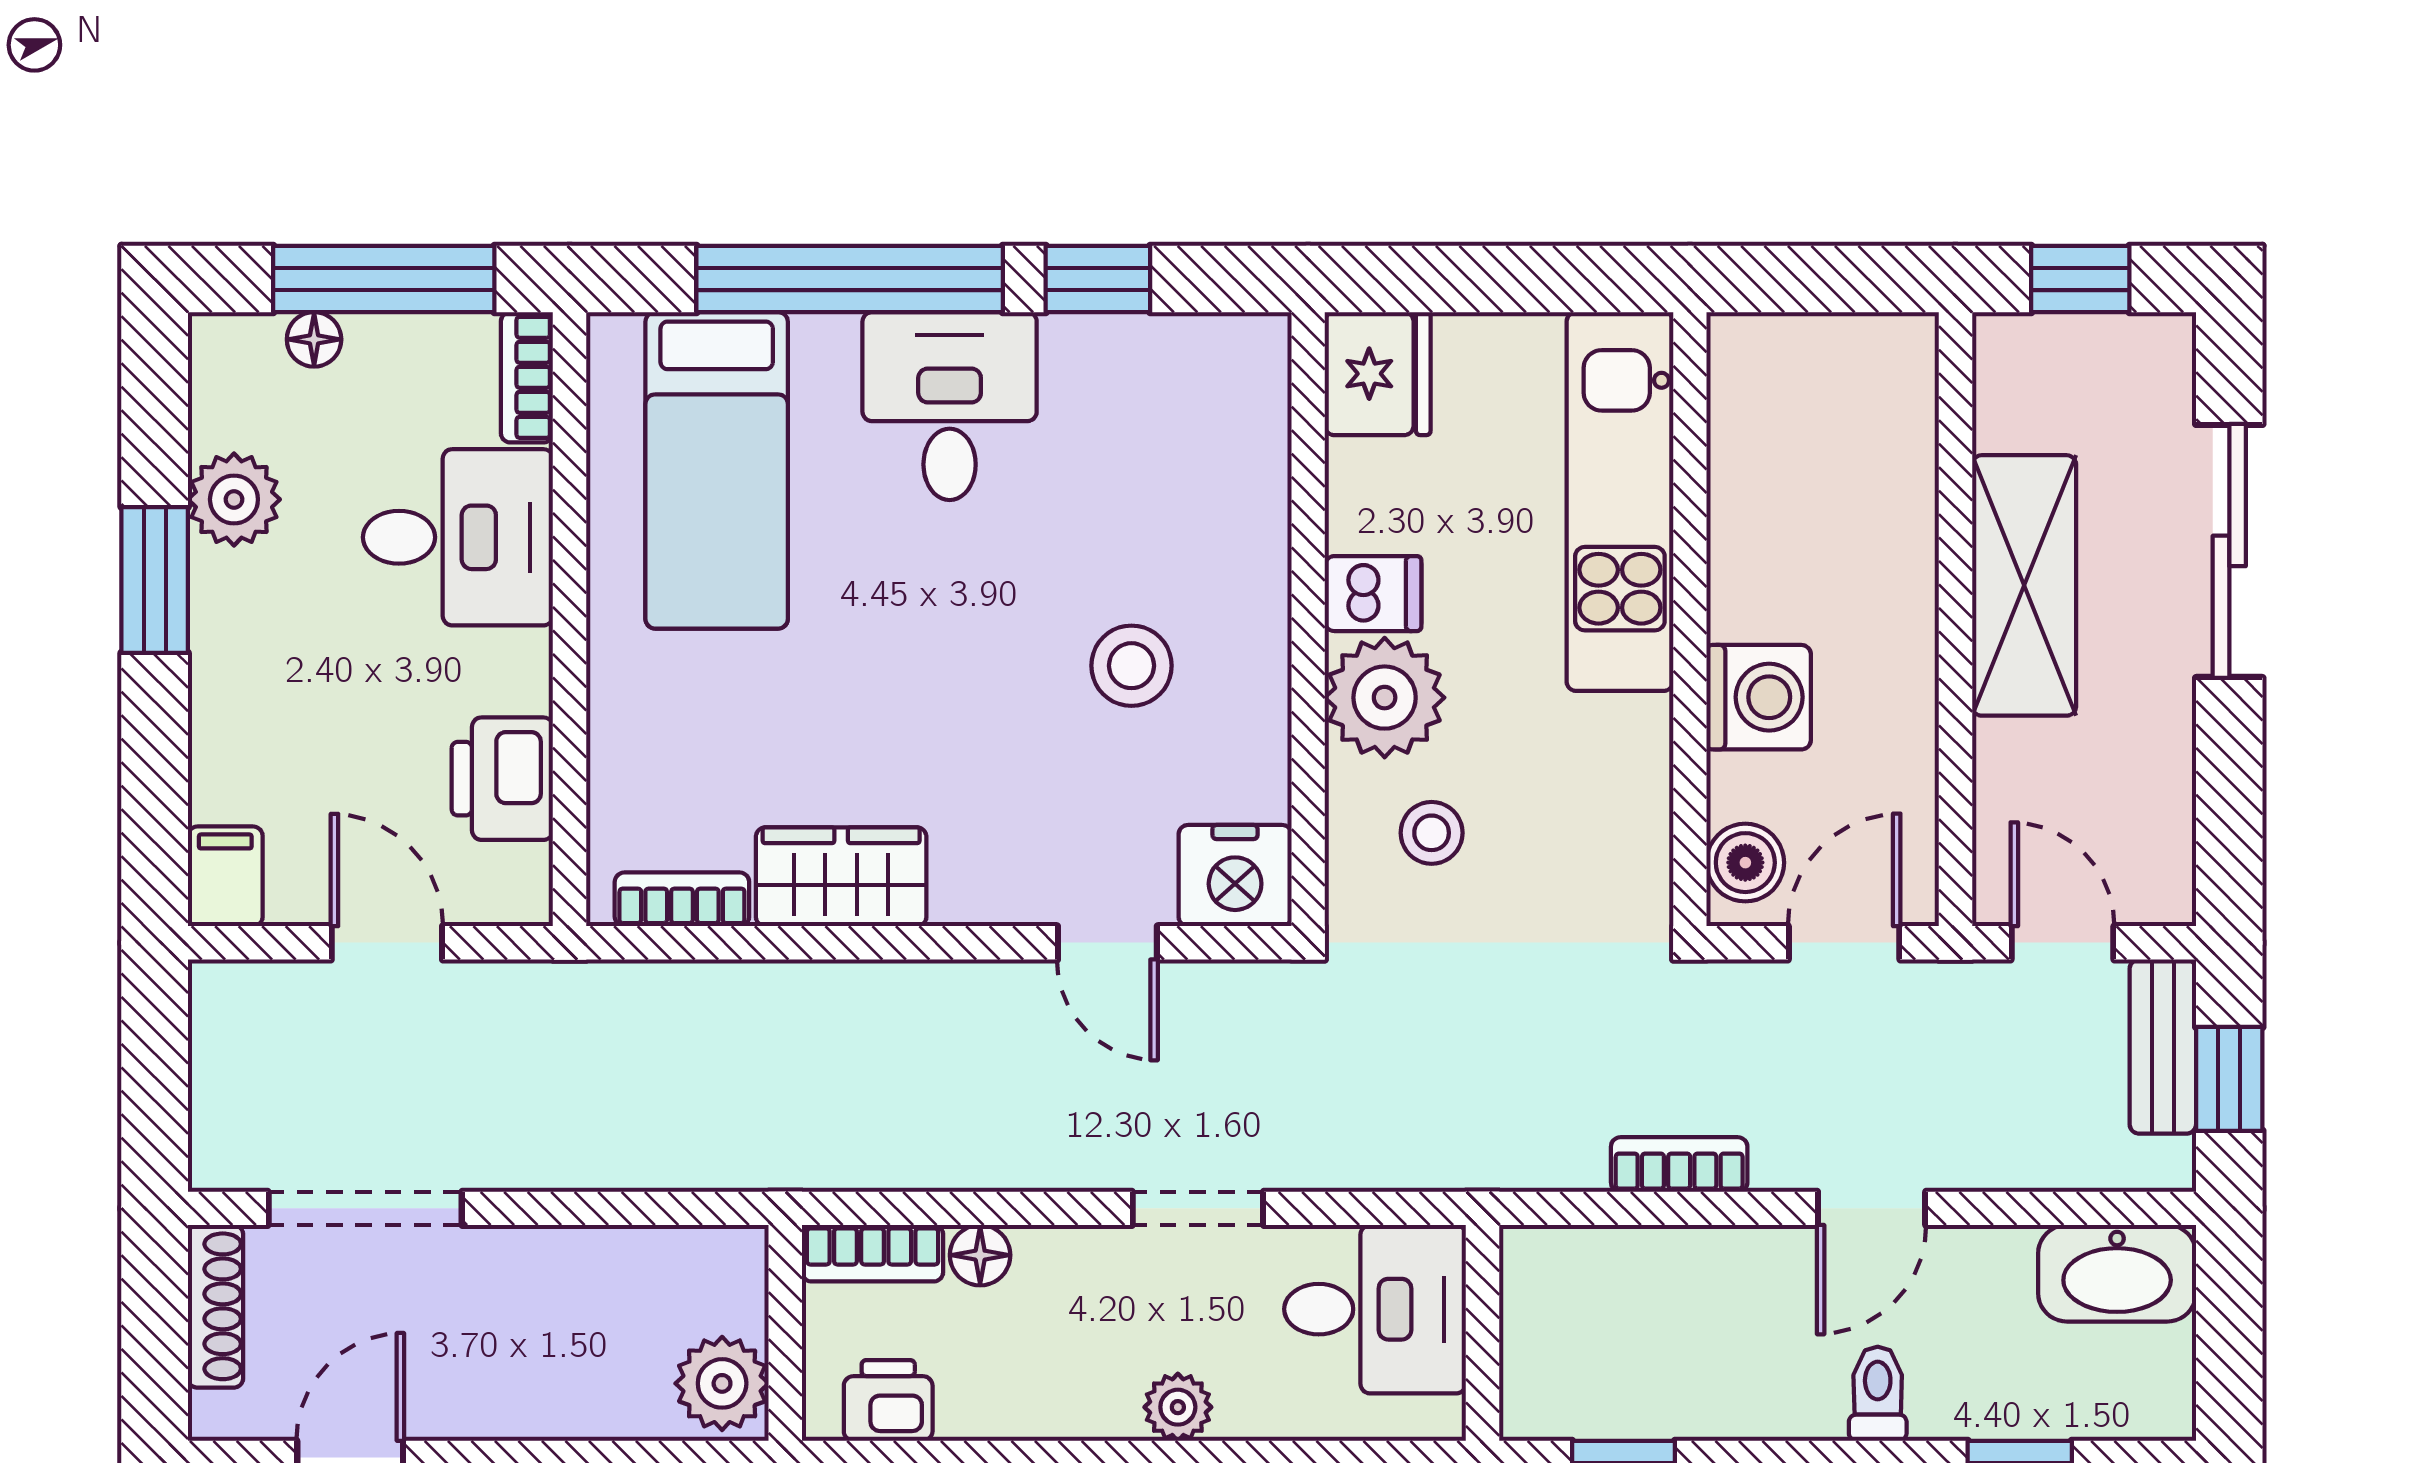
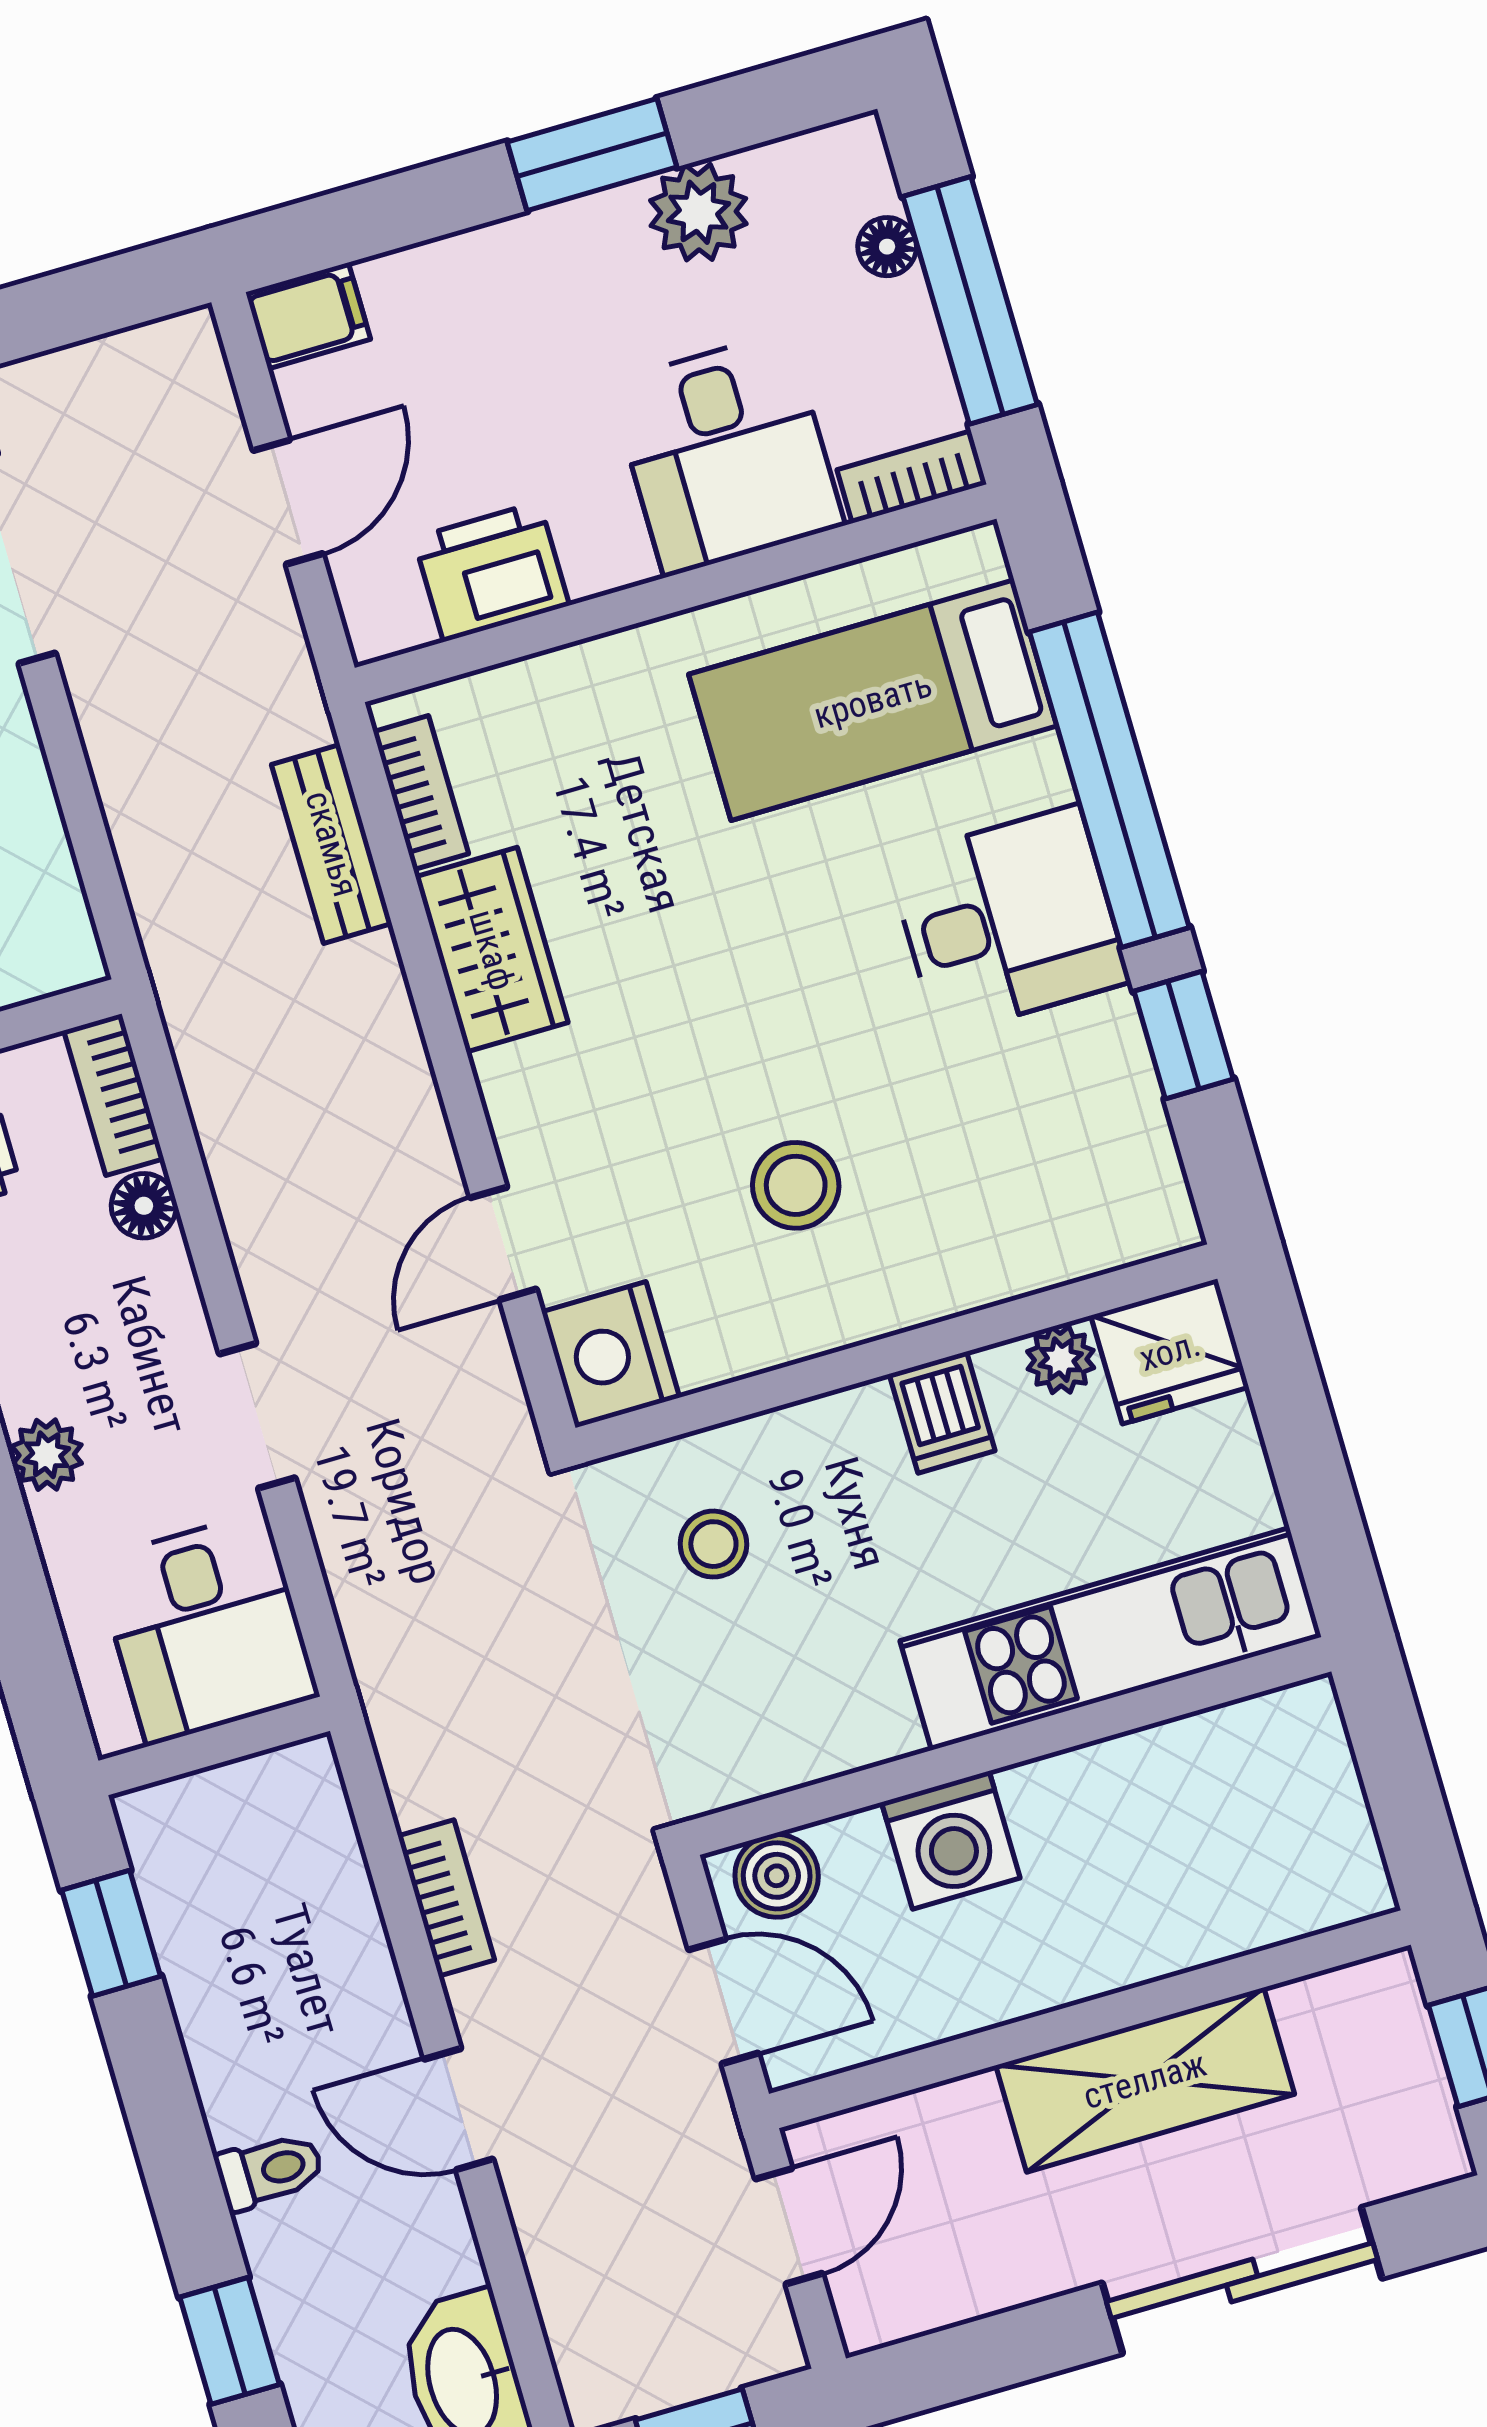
plant: (1385, 698) -> (1061, 1360), moved, width x0.53, depth x0.53
bench: (2163, 1047) -> (332, 844), moved, turned 90

